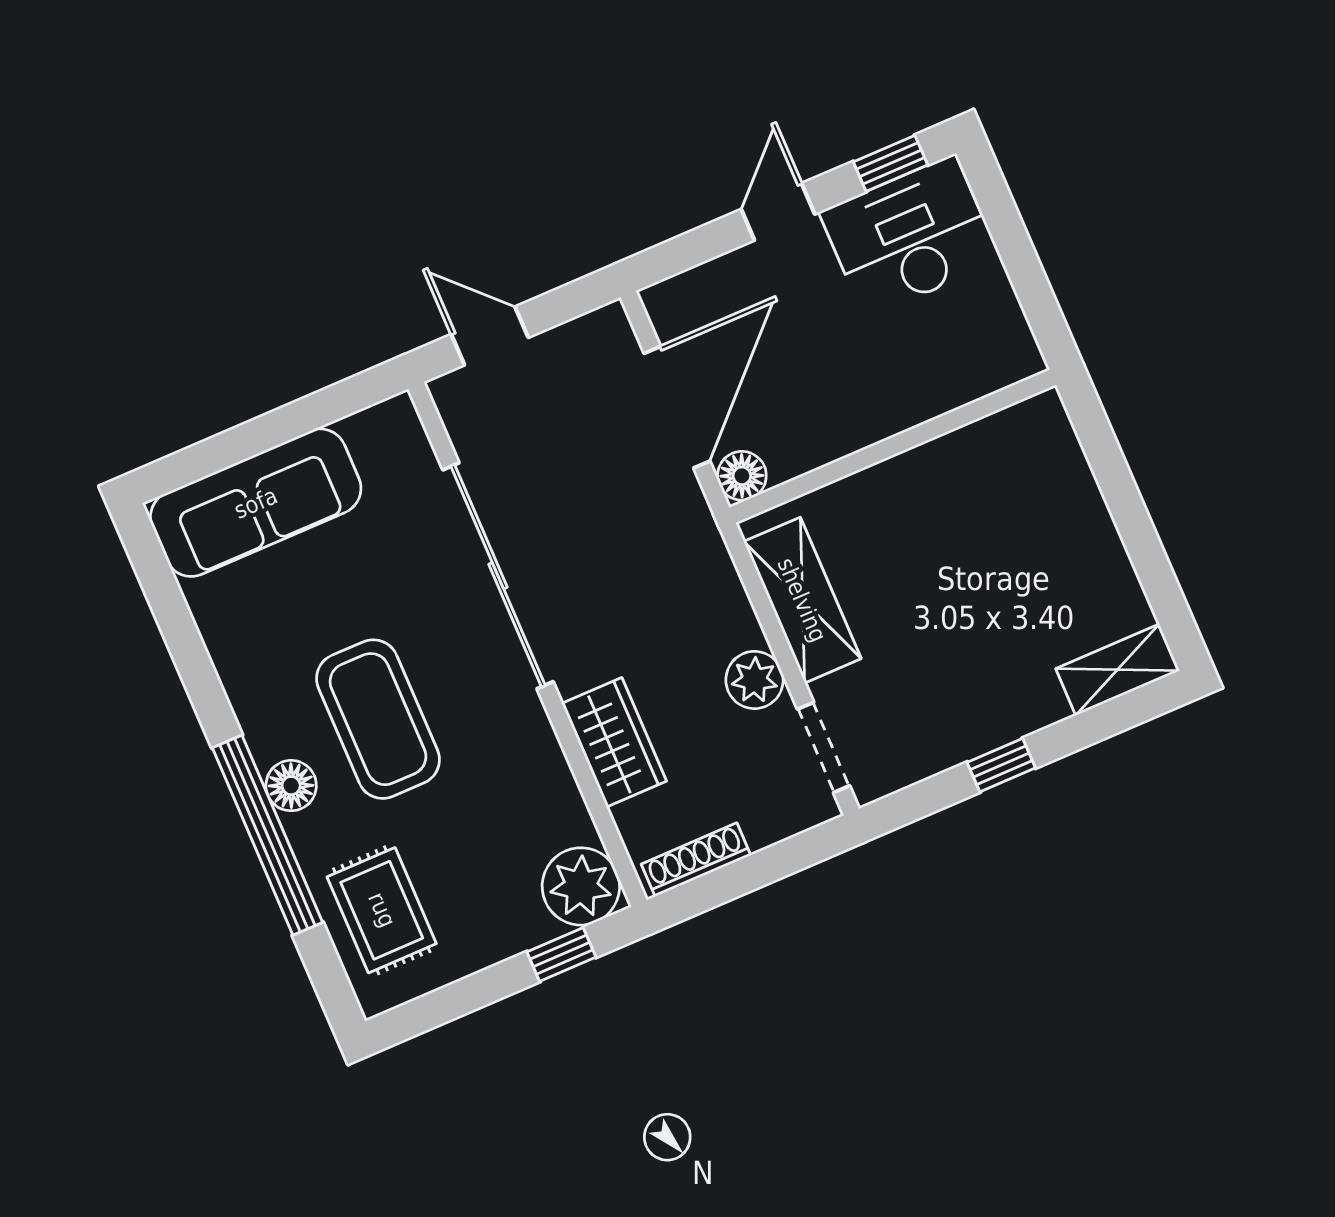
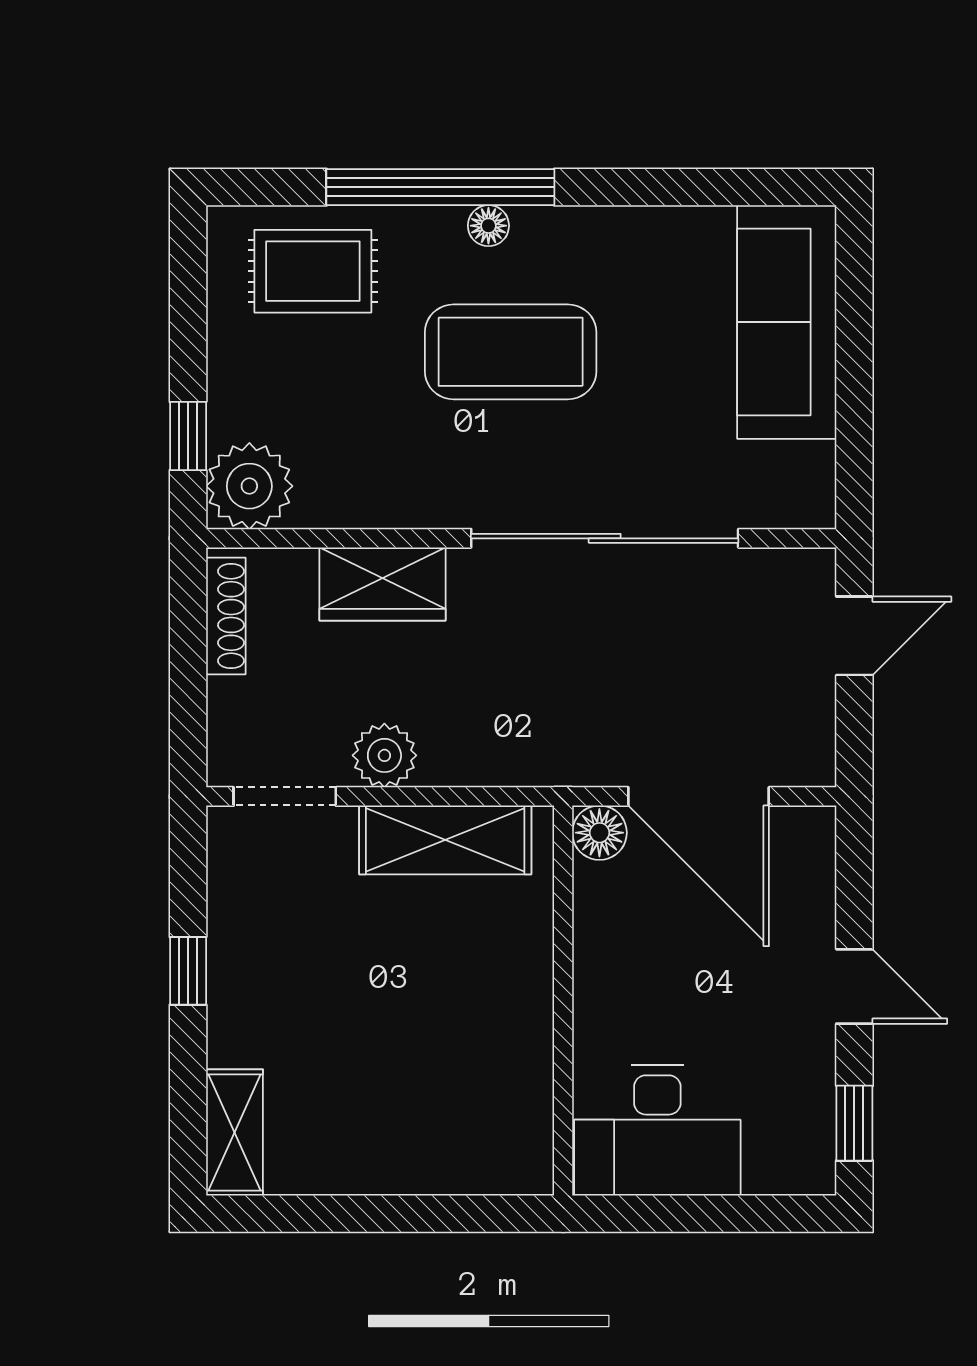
desk: (910, 236) -> (657, 1130), moved, turned 90
floor lamp: (291, 786) -> (488, 226), width x0.73, depth x0.73

